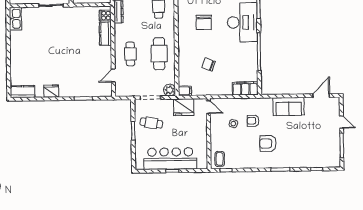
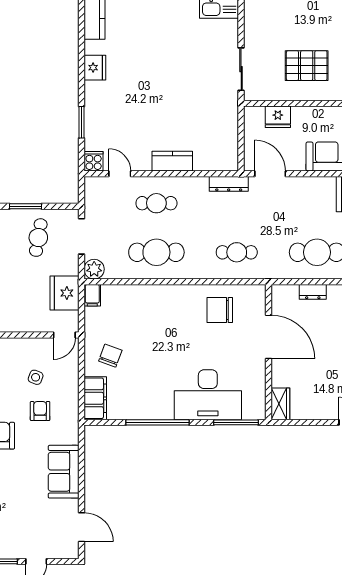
cooker: (105, 16) -> (94, 161), moved
chair: (204, 22) -> (220, 310), moved
kitchen counter: (105, 34) -> (172, 161), moved
chair: (209, 65) -> (110, 356), moved

